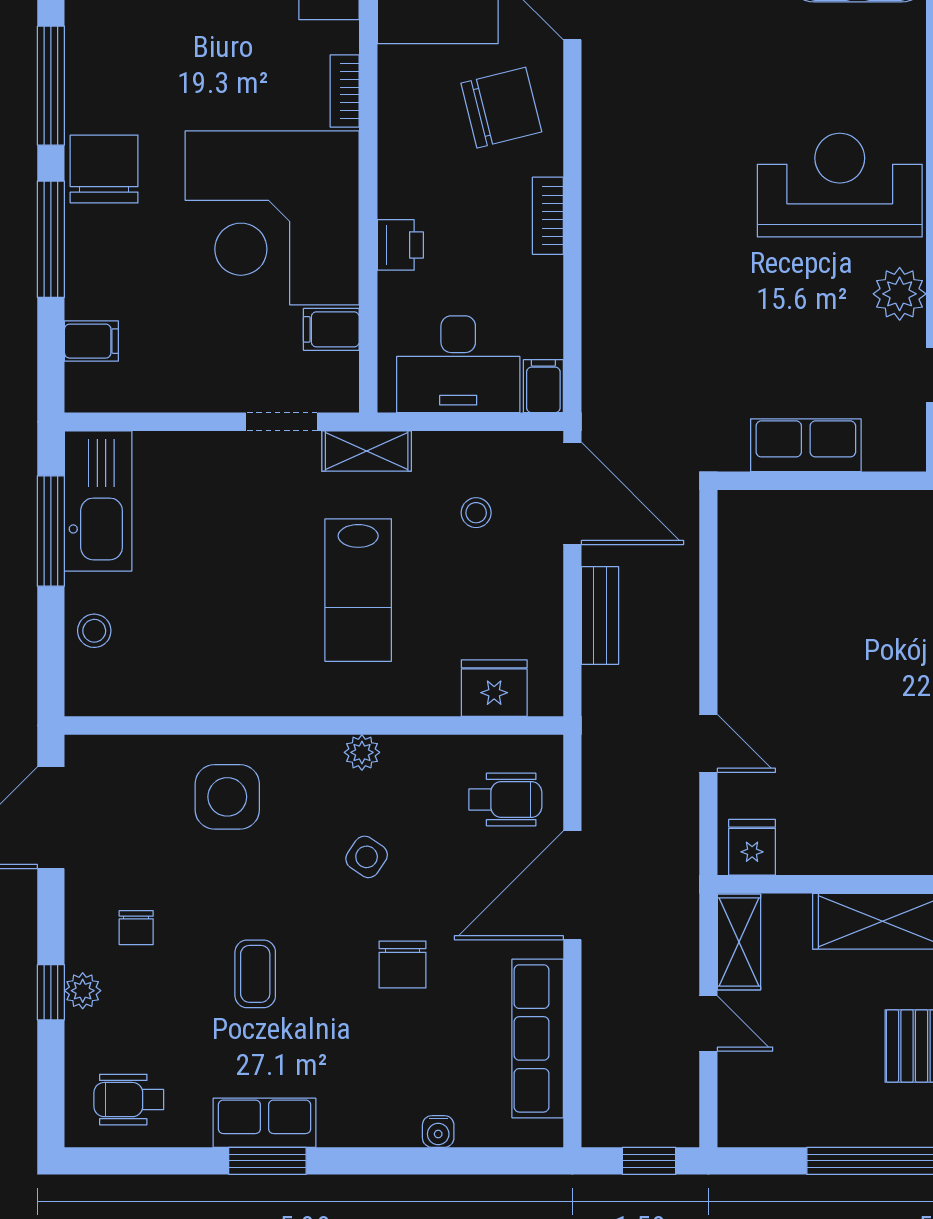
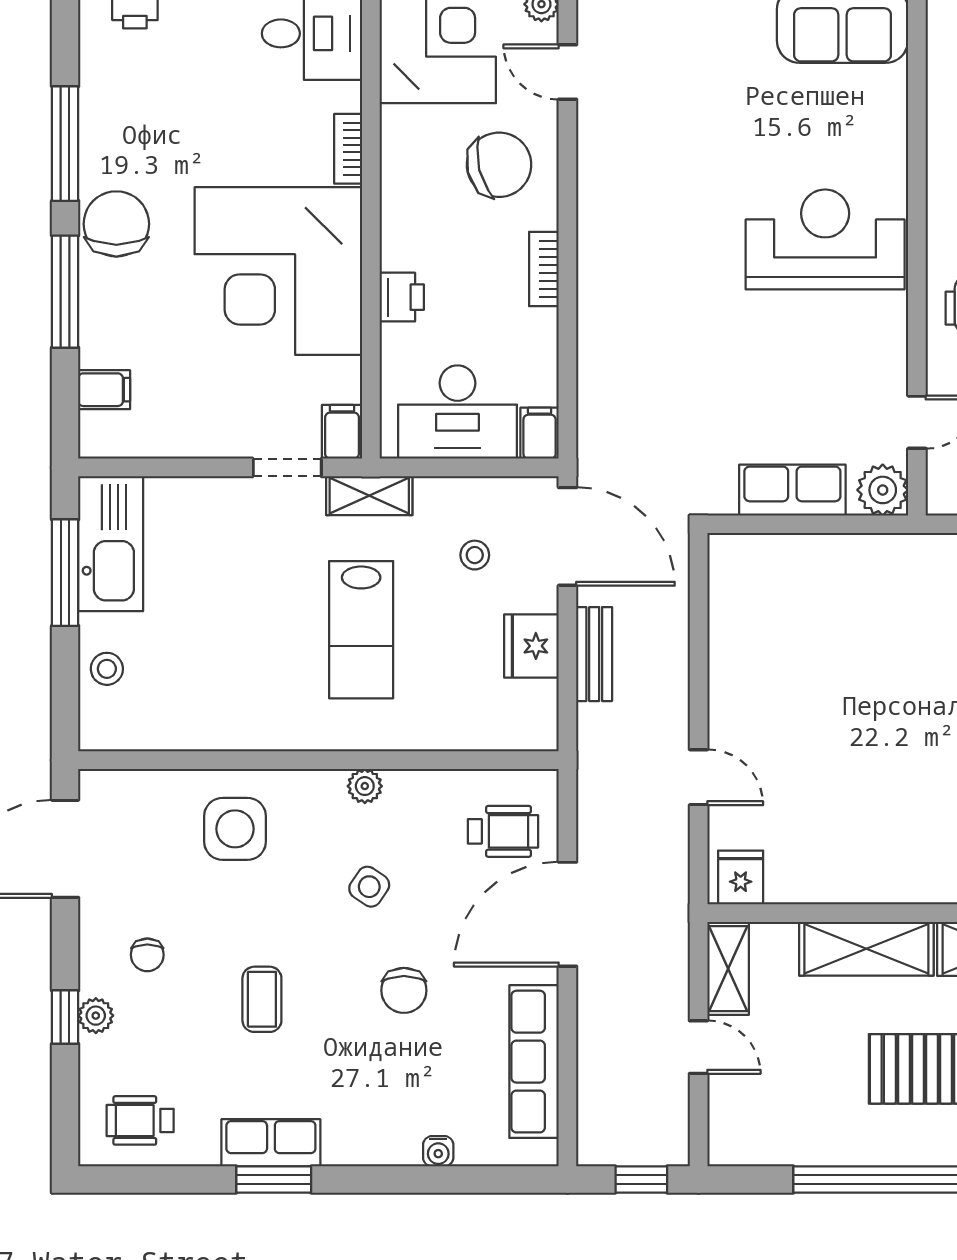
plant: (900, 294) -> (883, 490), moved
filing cabinet: (331, 329) -> (342, 432), moved, turned 90
fridge: (494, 688) -> (531, 646), moved, turned -90

